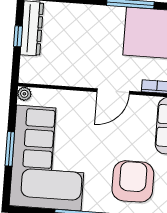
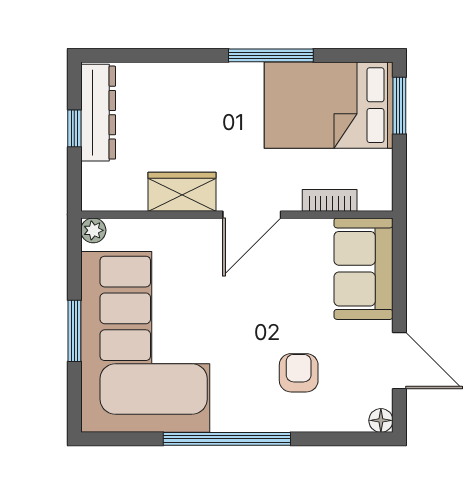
wardrobe: (75, 76) -> (182, 192), added
armchair: (133, 181) -> (299, 373), width x0.53, depth x0.53

